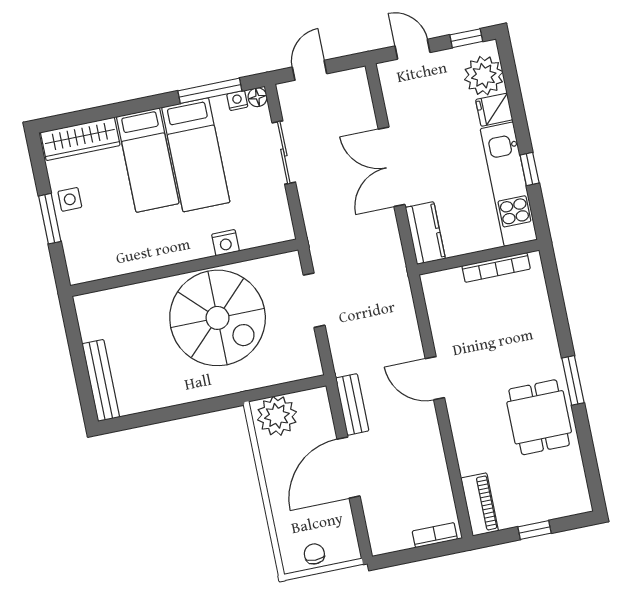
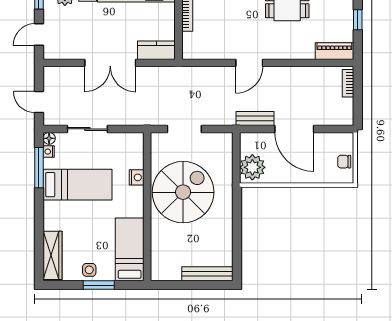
bed: (148, 160) -> (130, 249), moved, turned -90

